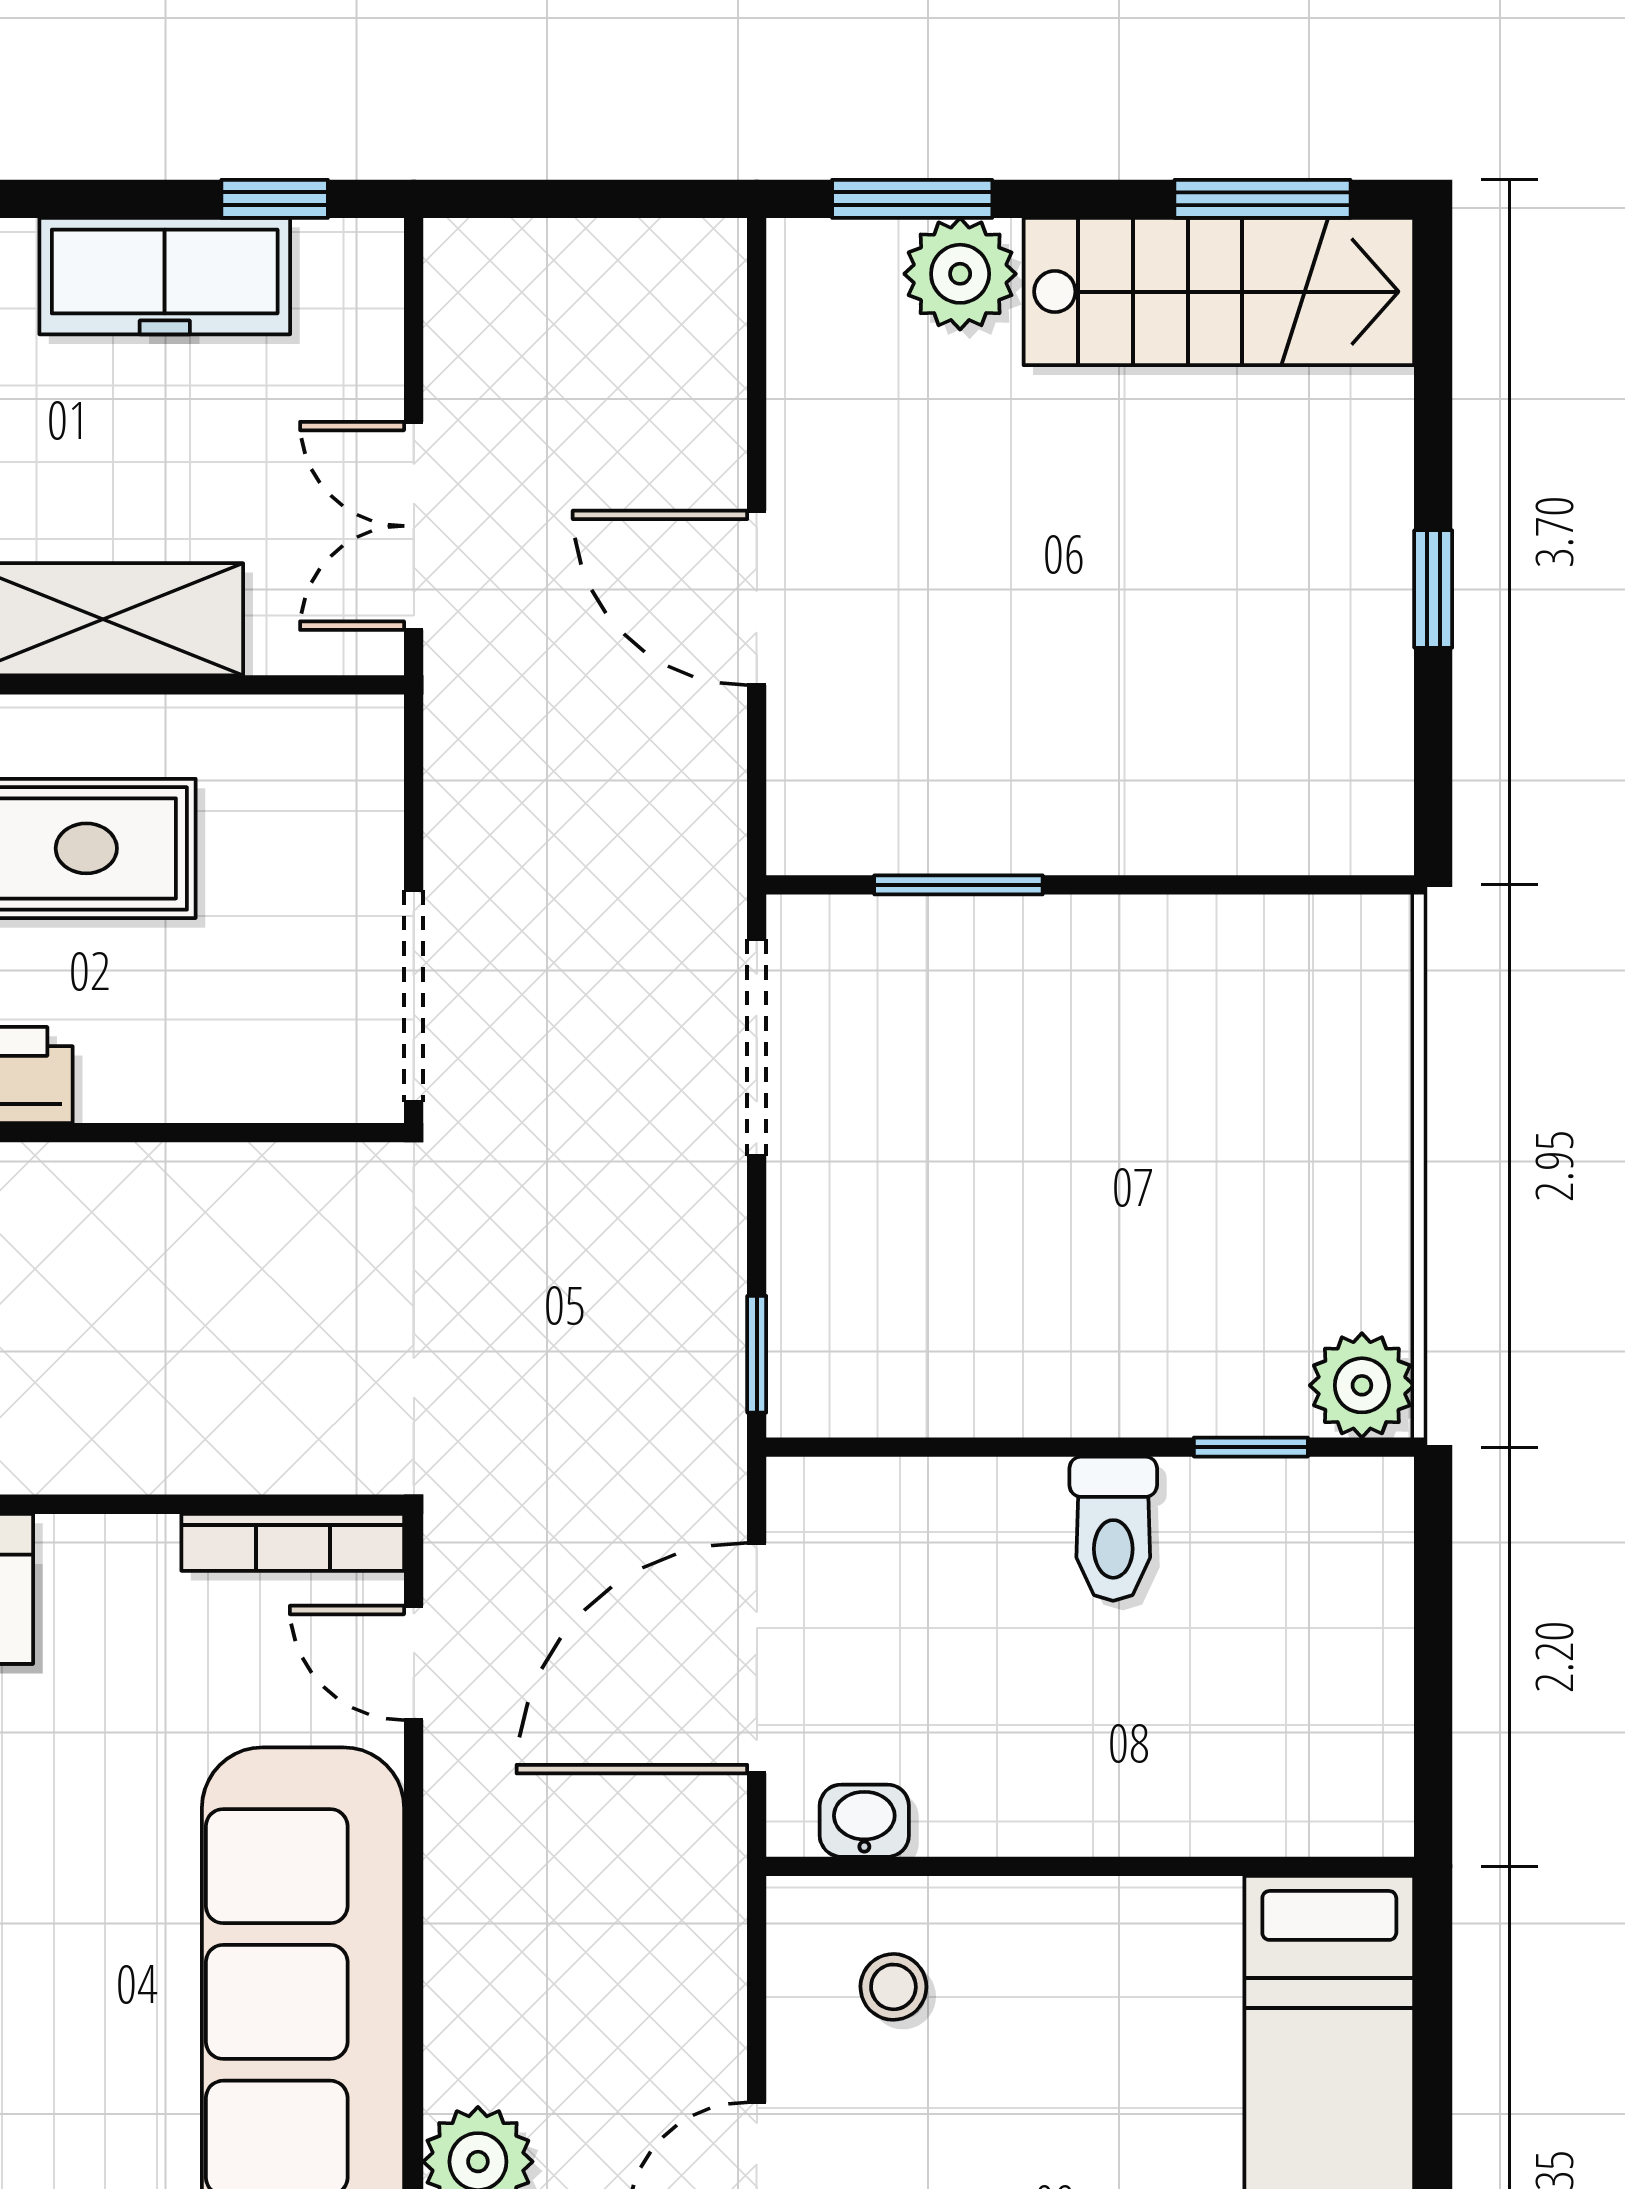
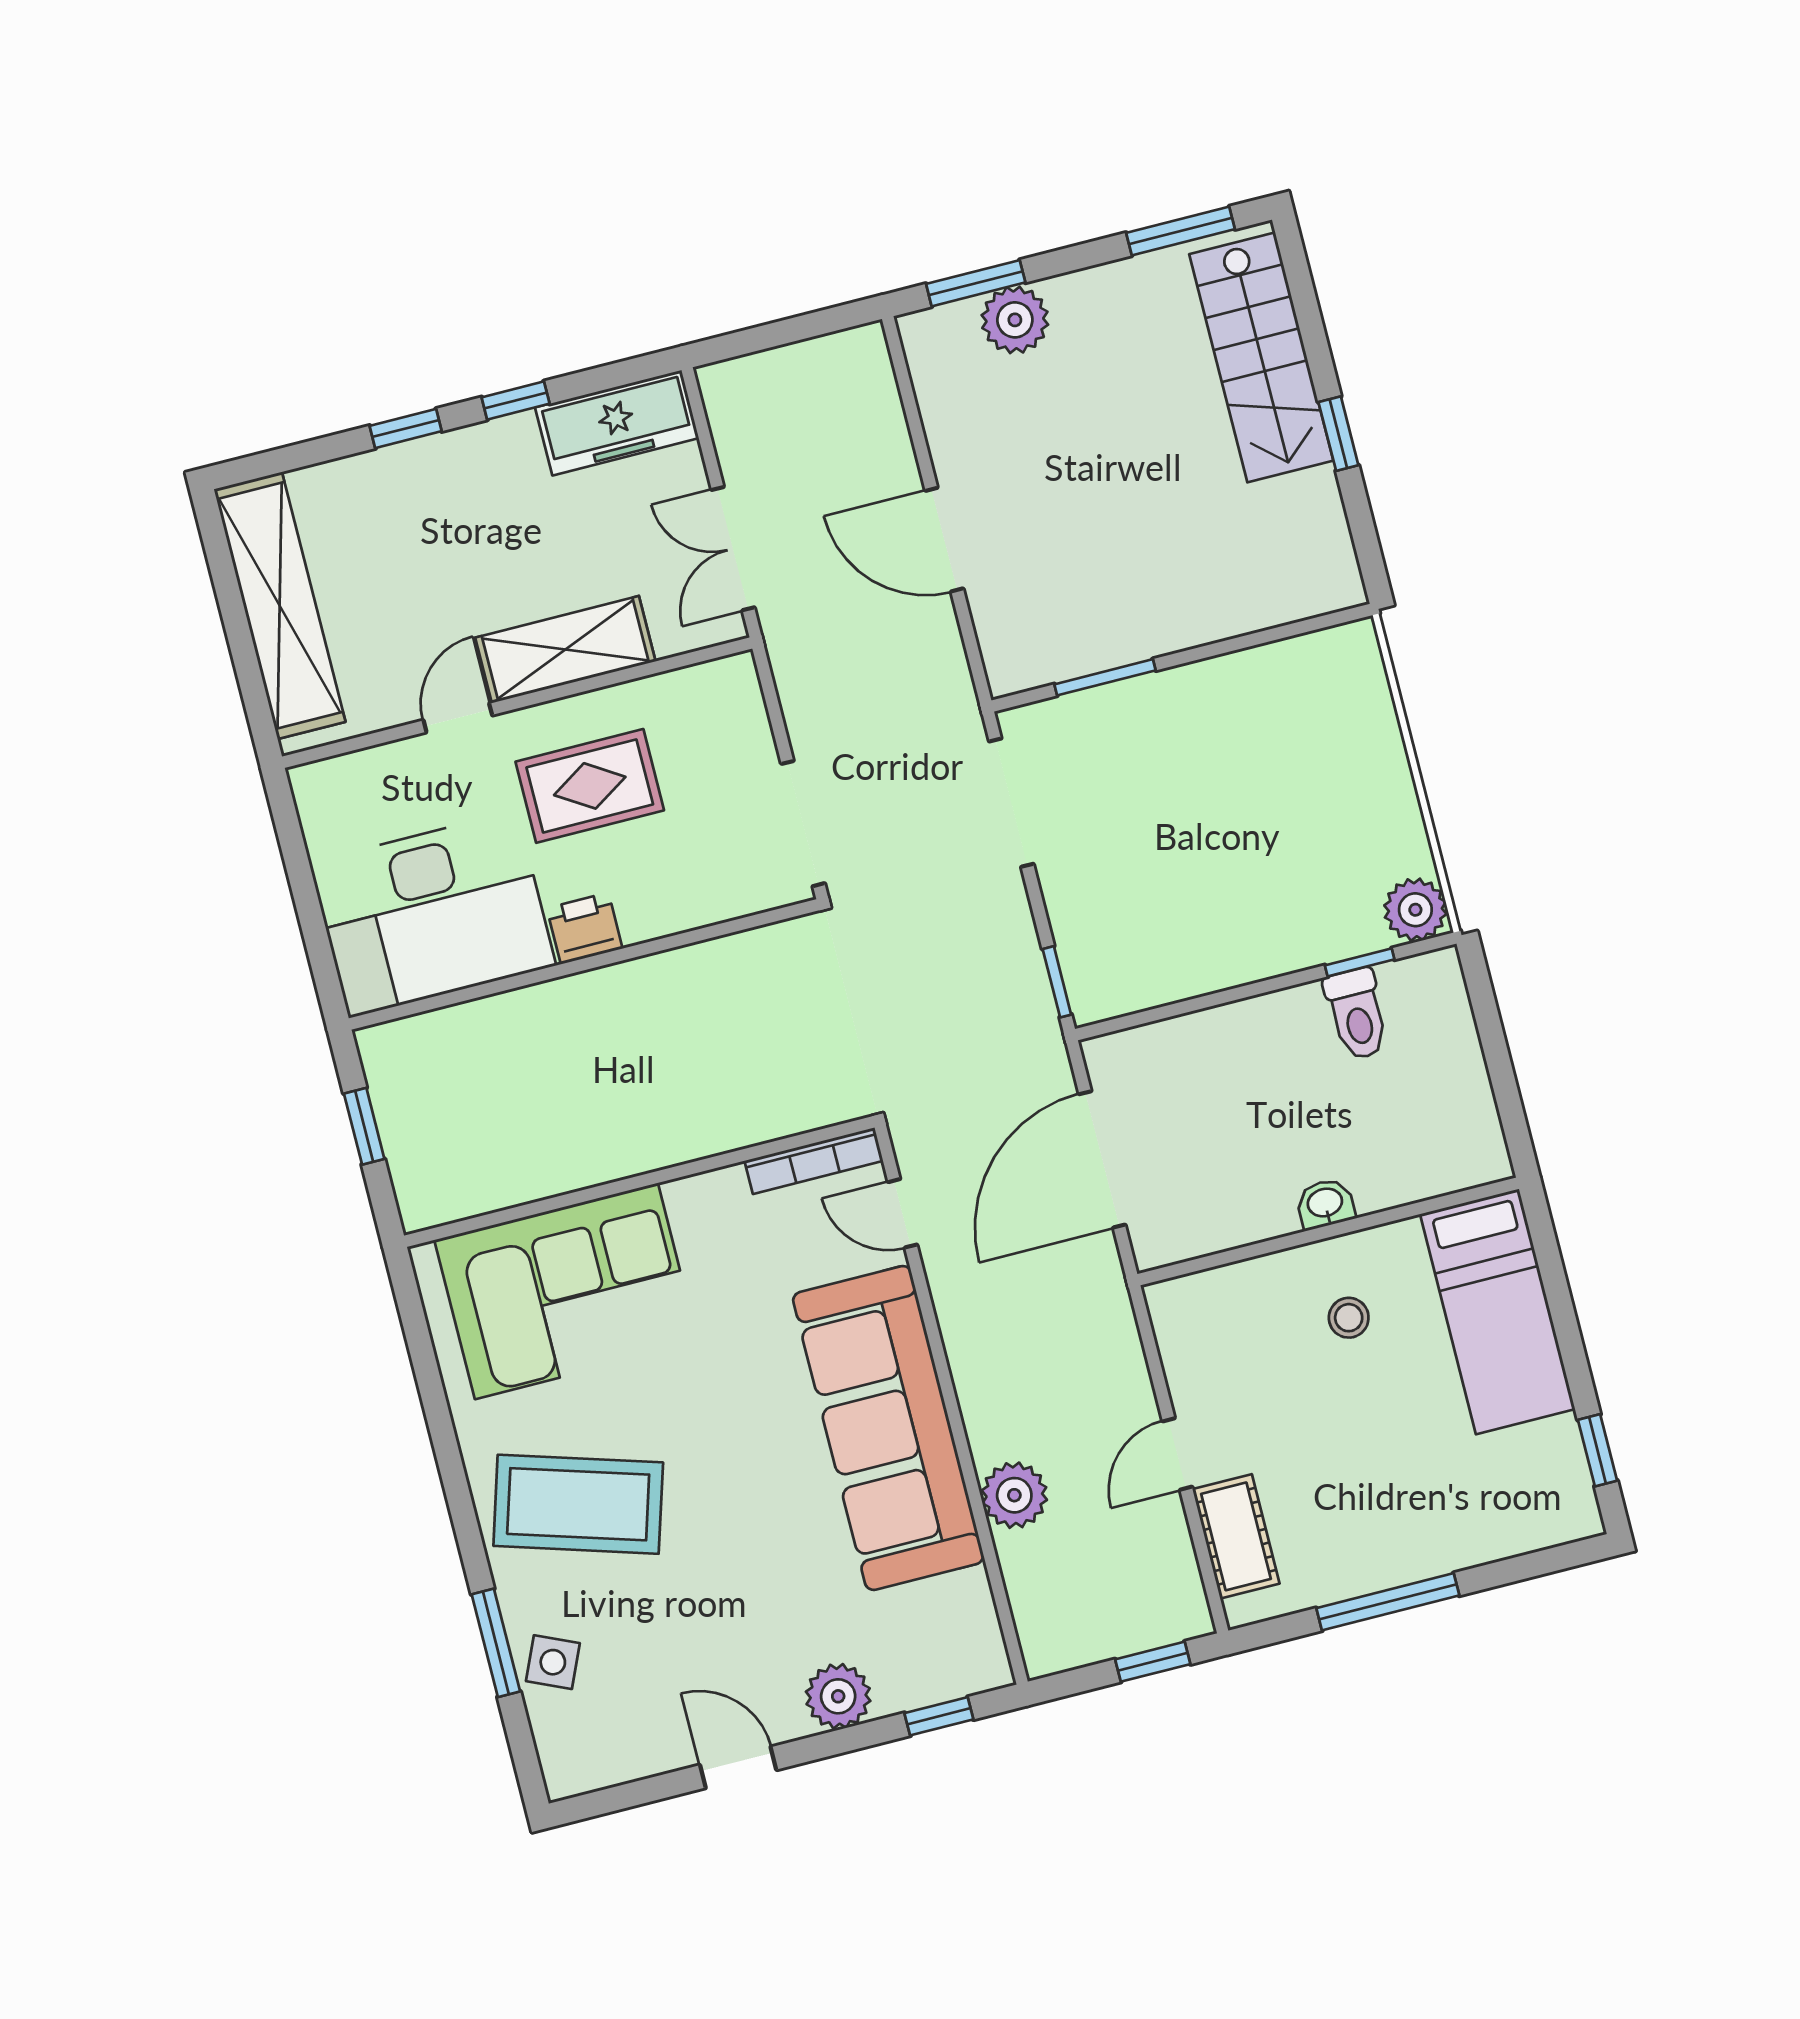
window: (275, 199) -> (516, 401), moved
freezer: (165, 276) -> (617, 423), moved
stairs: (1219, 292) -> (1261, 357), moved, turned 90
toilet: (1113, 1529) -> (1357, 1014), moved
washbasin: (864, 1821) -> (1325, 1204), moved
stool: (893, 1987) -> (1349, 1318), moved

